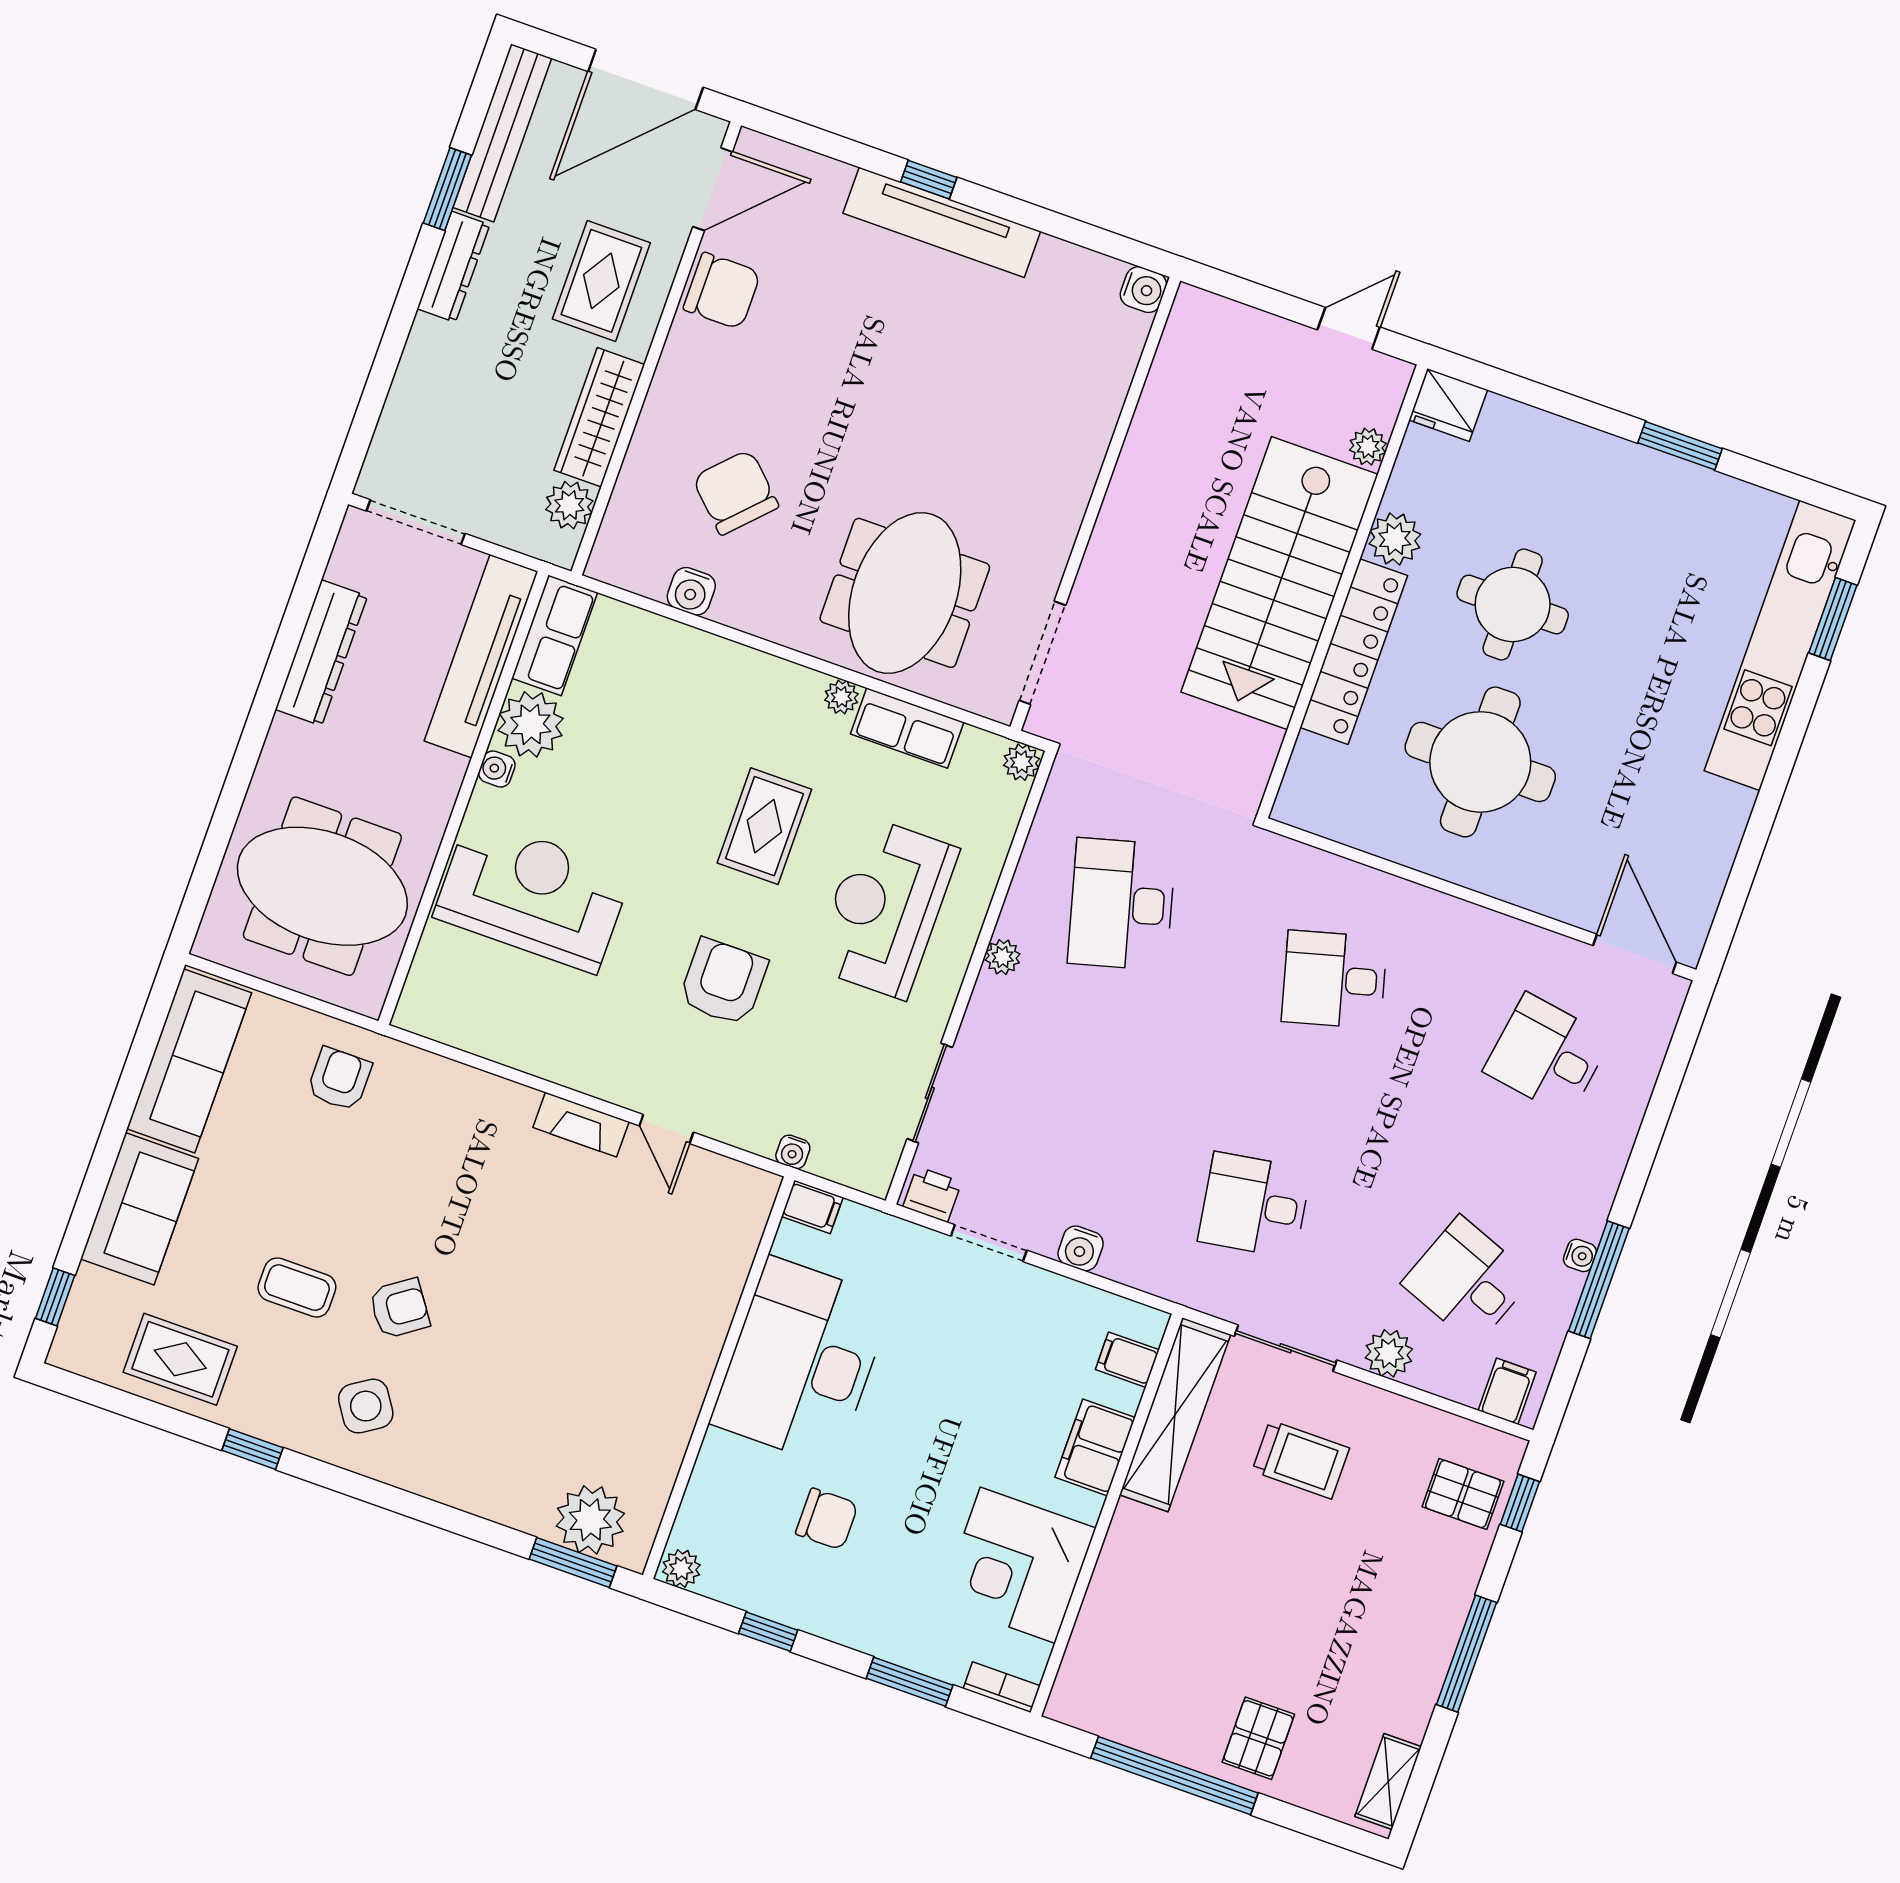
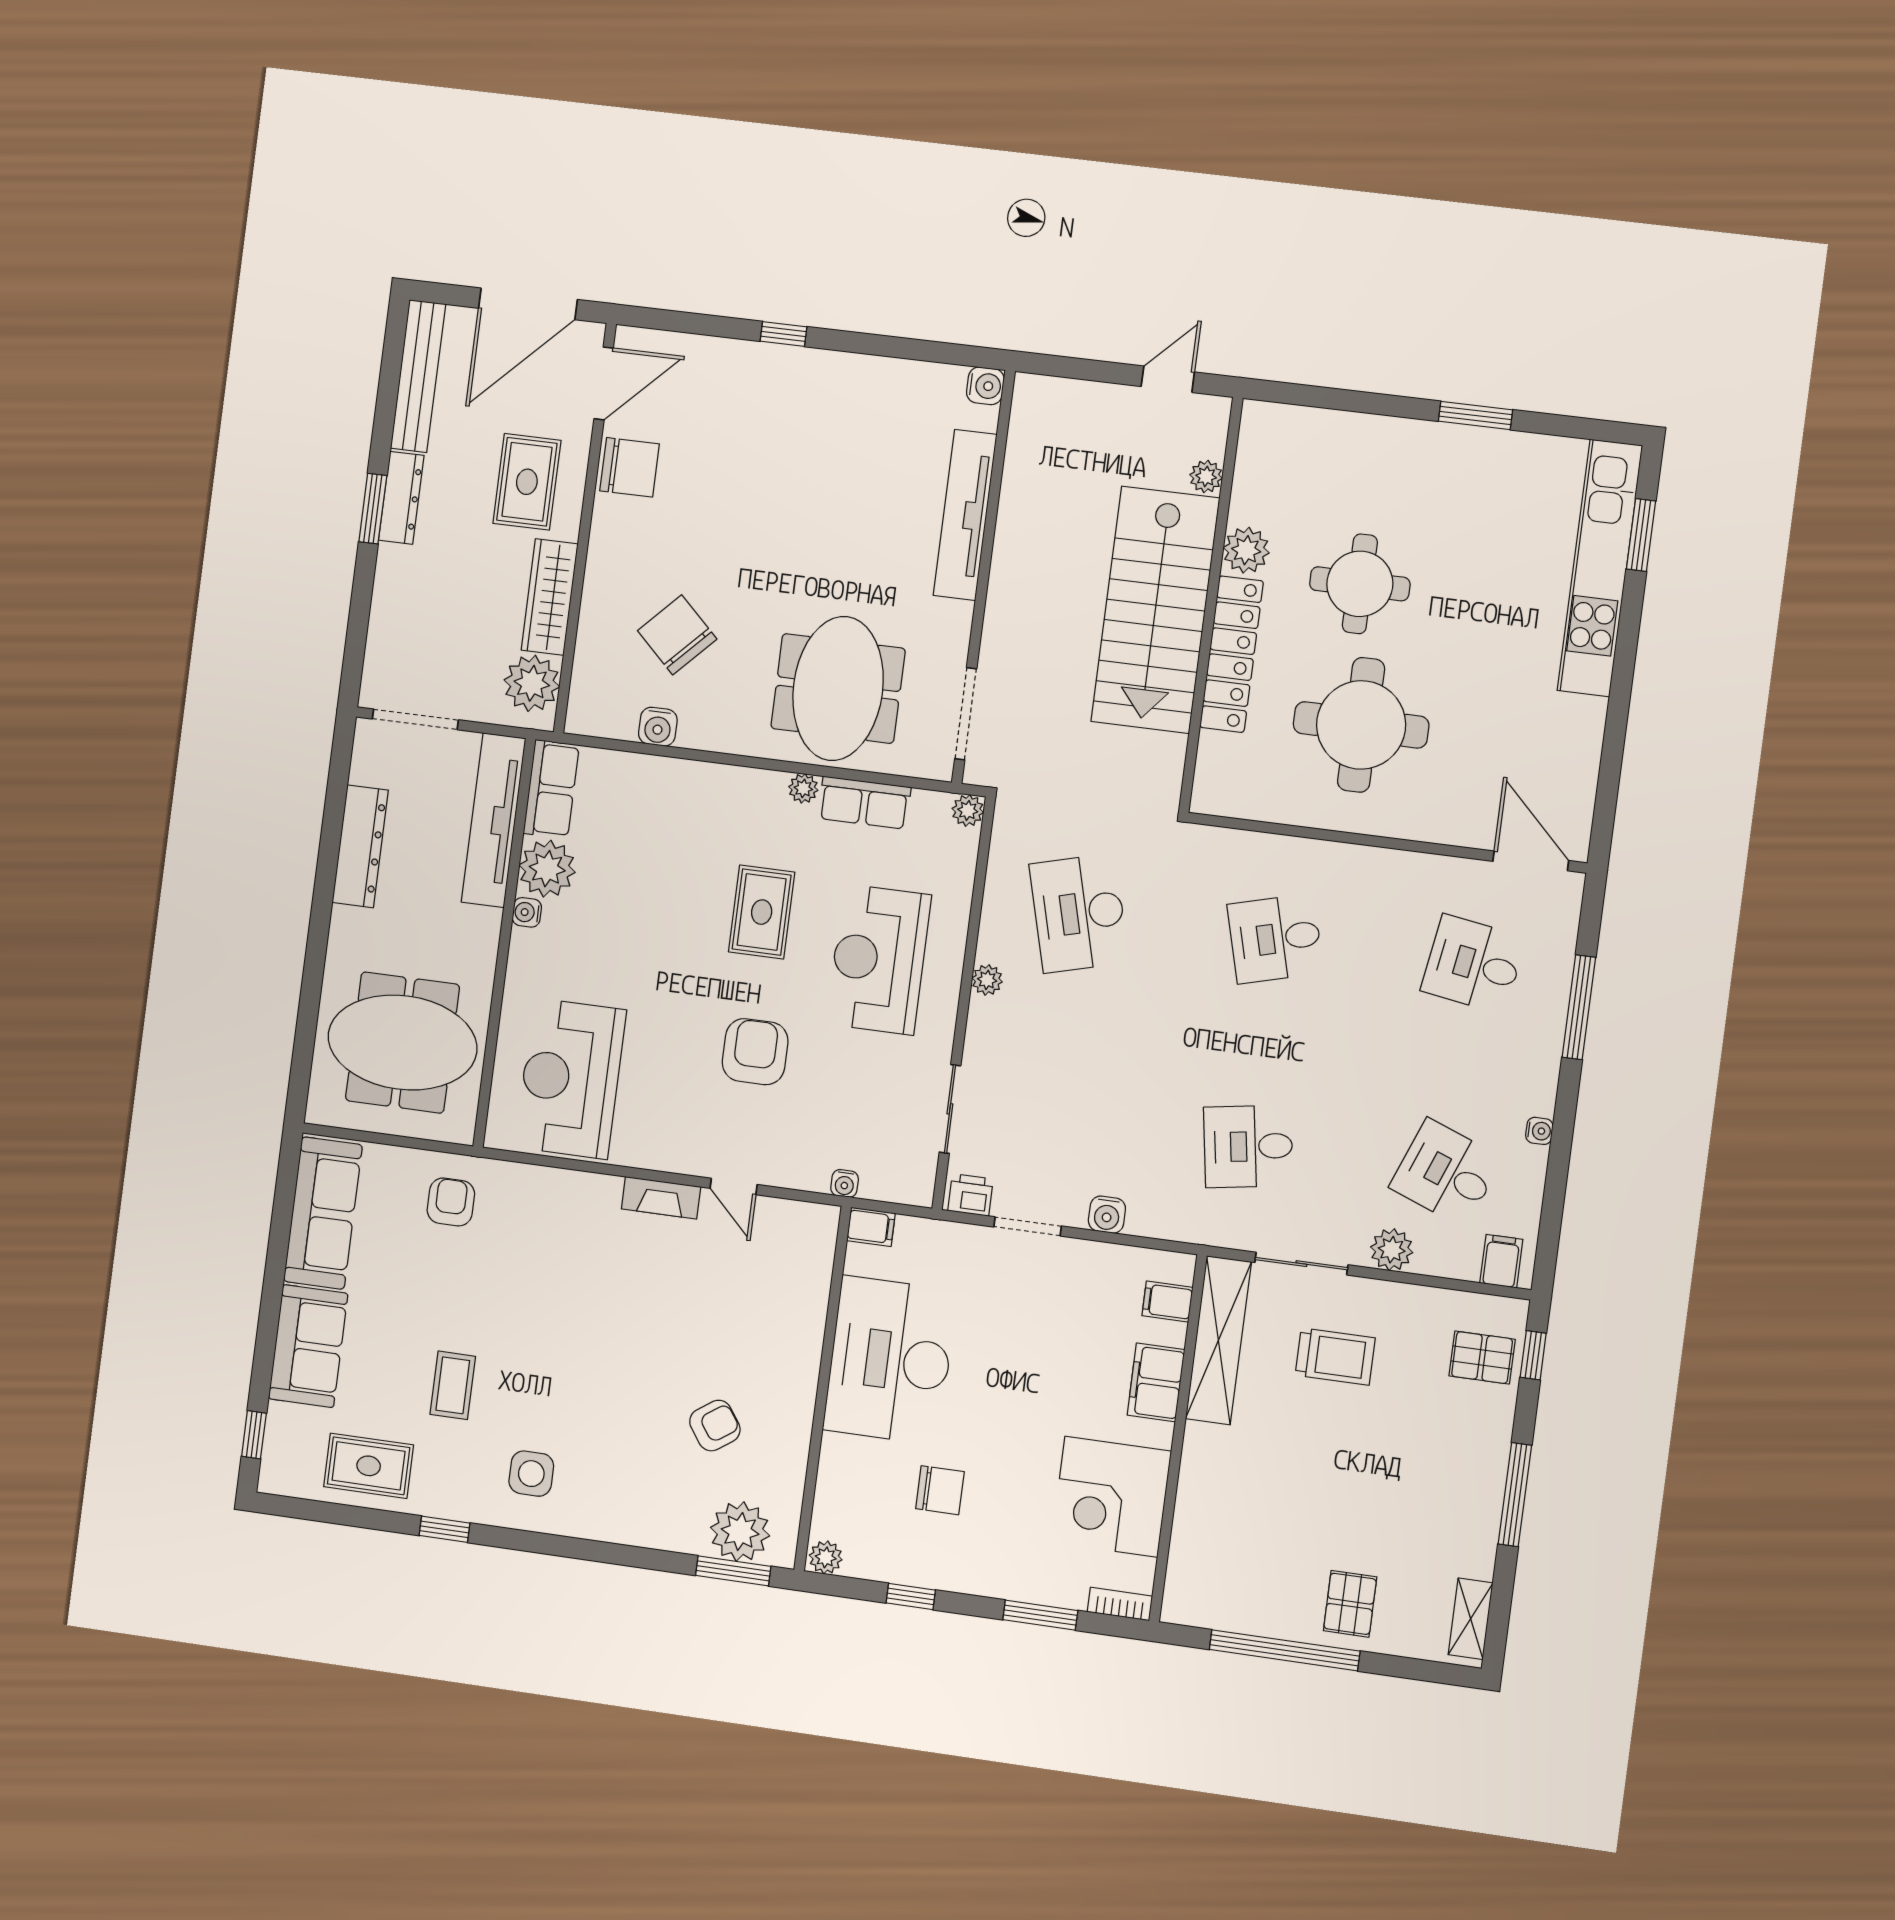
window: (447, 189) -> (373, 509), moved
tv unit: (942, 222) -> (965, 515), moved, turned 90
fridge: (1448, 405) -> (1267, 425), removed
plant: (569, 505) -> (532, 683), width x1.36, depth x1.36
reception desk: (532, 895) -> (570, 1079), moved, turned -90
window: (1599, 1280) -> (1579, 1007), moved
coffee table: (297, 1288) -> (453, 1385), turned 90
armchair: (399, 1308) -> (715, 1426), moved
side table: (366, 1406) -> (531, 1474), turned 33

